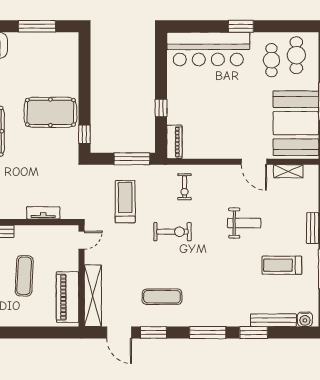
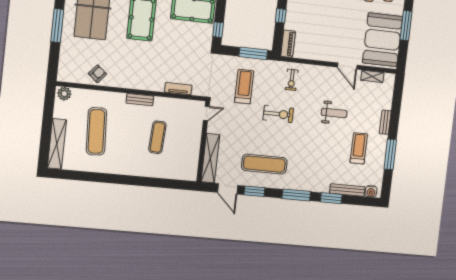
treadmill: (282, 265) -> (359, 148), turned 90
piano: (67, 297) -> (190, 157), removed
exercise mat: (162, 297) -> (264, 164), width x1.36, depth x1.45

